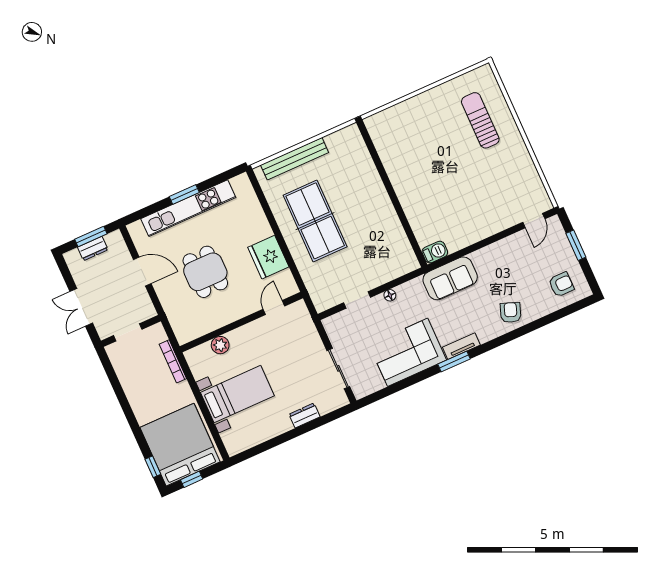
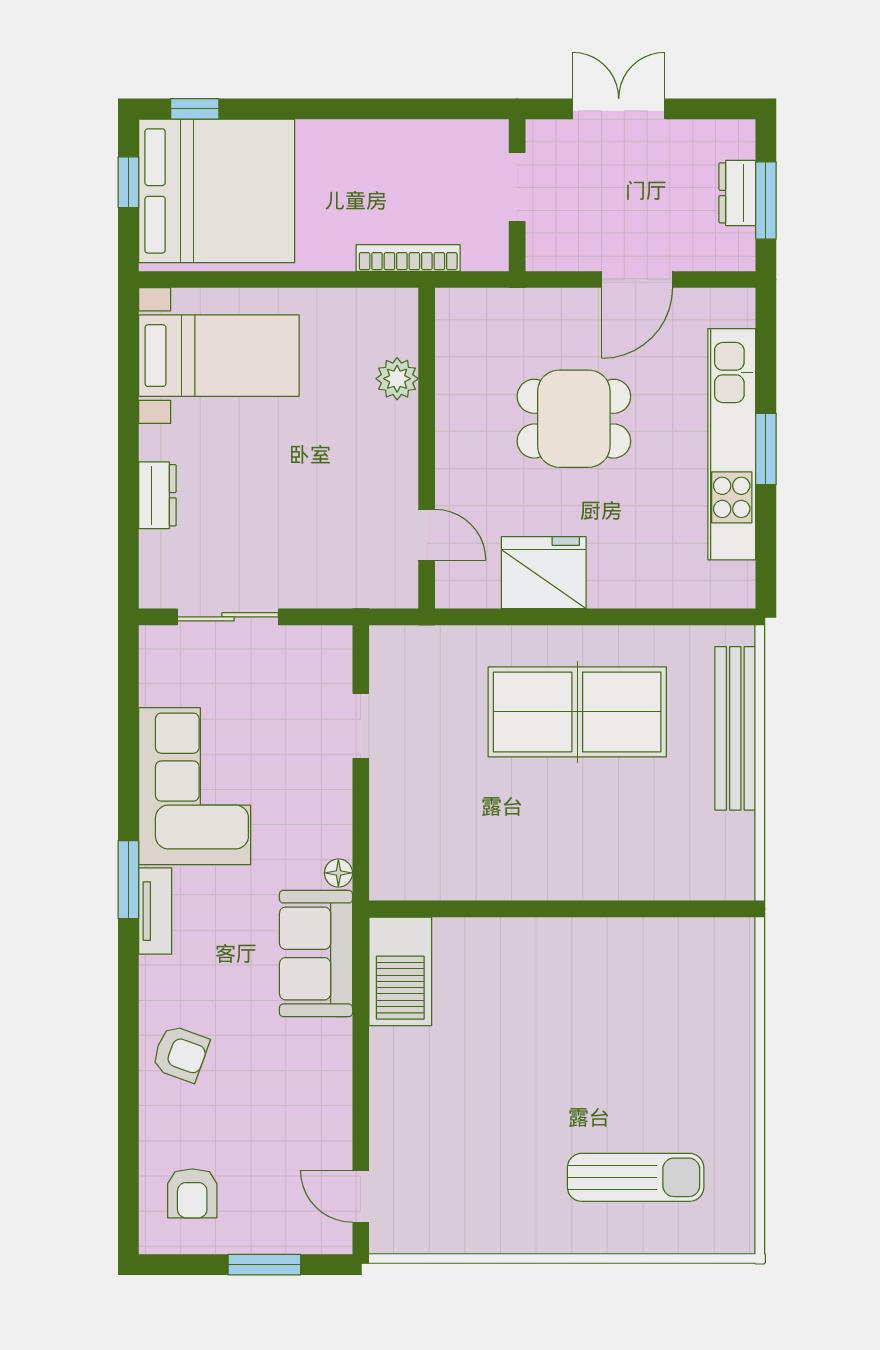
barbecue: (435, 252) -> (400, 971), width x1.88, depth x1.53
floor lamp: (390, 295) -> (338, 873), moved
bed with nightstands: (237, 394) -> (219, 356), moved, turned -90

